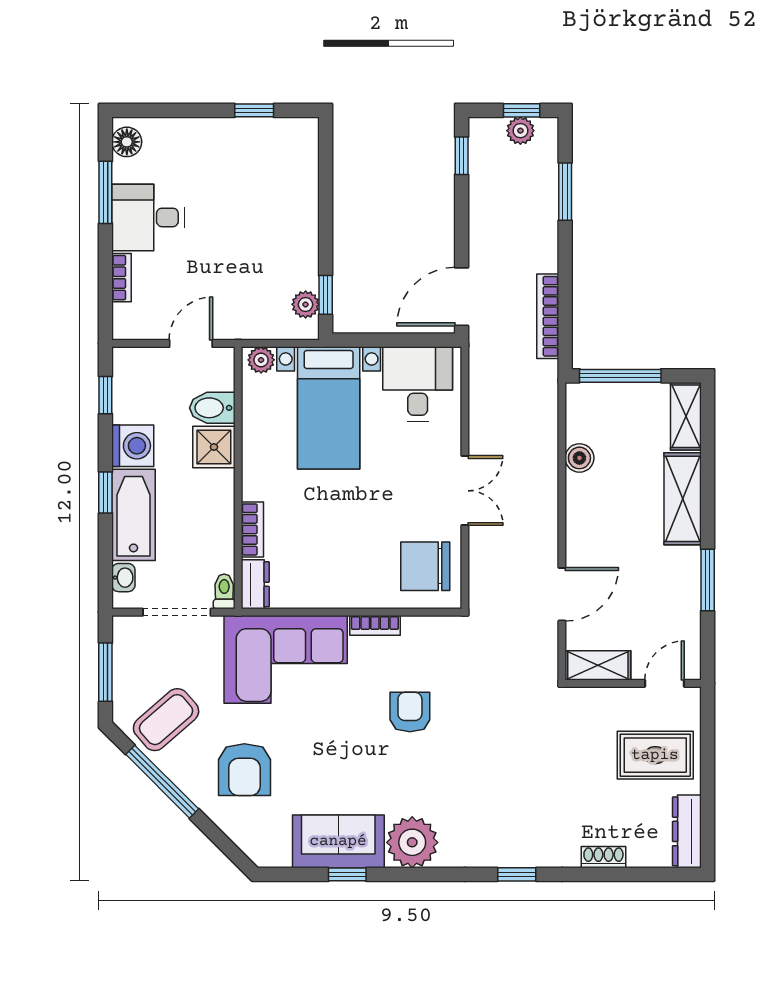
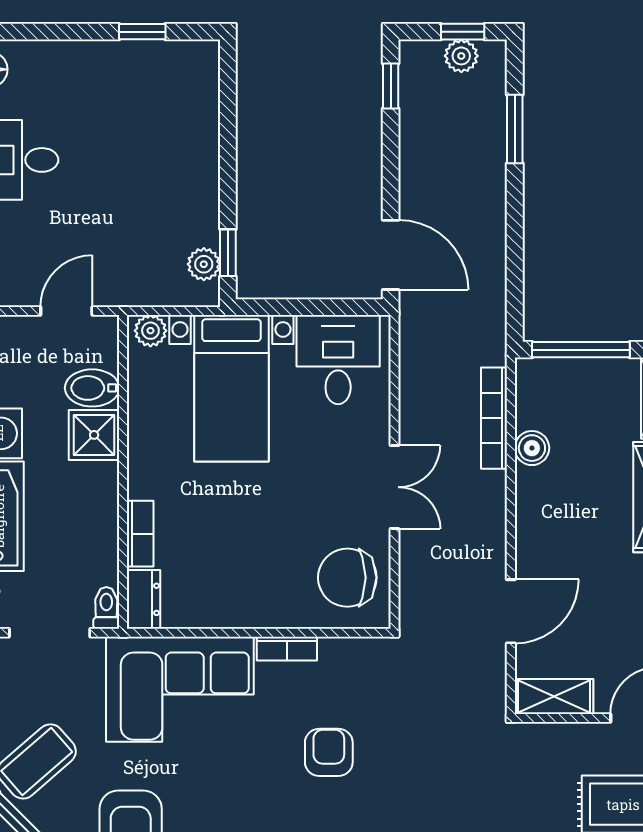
door: (462, 297) -> (391, 255), swing flipped
bookcase: (548, 316) -> (494, 418), moved

